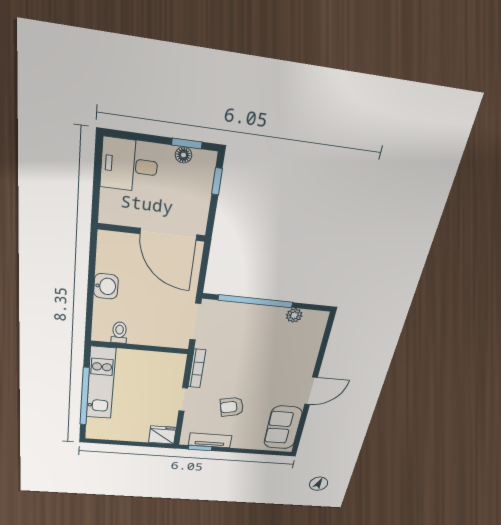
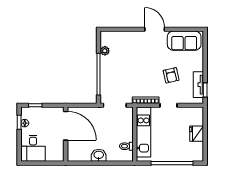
door: (168, 234) -> (66, 126), hinge flipped
kitchen unit: (101, 383) -> (144, 132), moved, turned 90
fridge: (162, 435) -> (197, 134), moved

